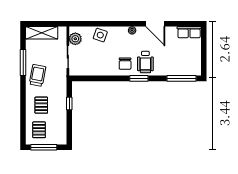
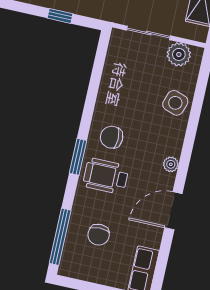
chair: (176, 59) -> (99, 235), added

